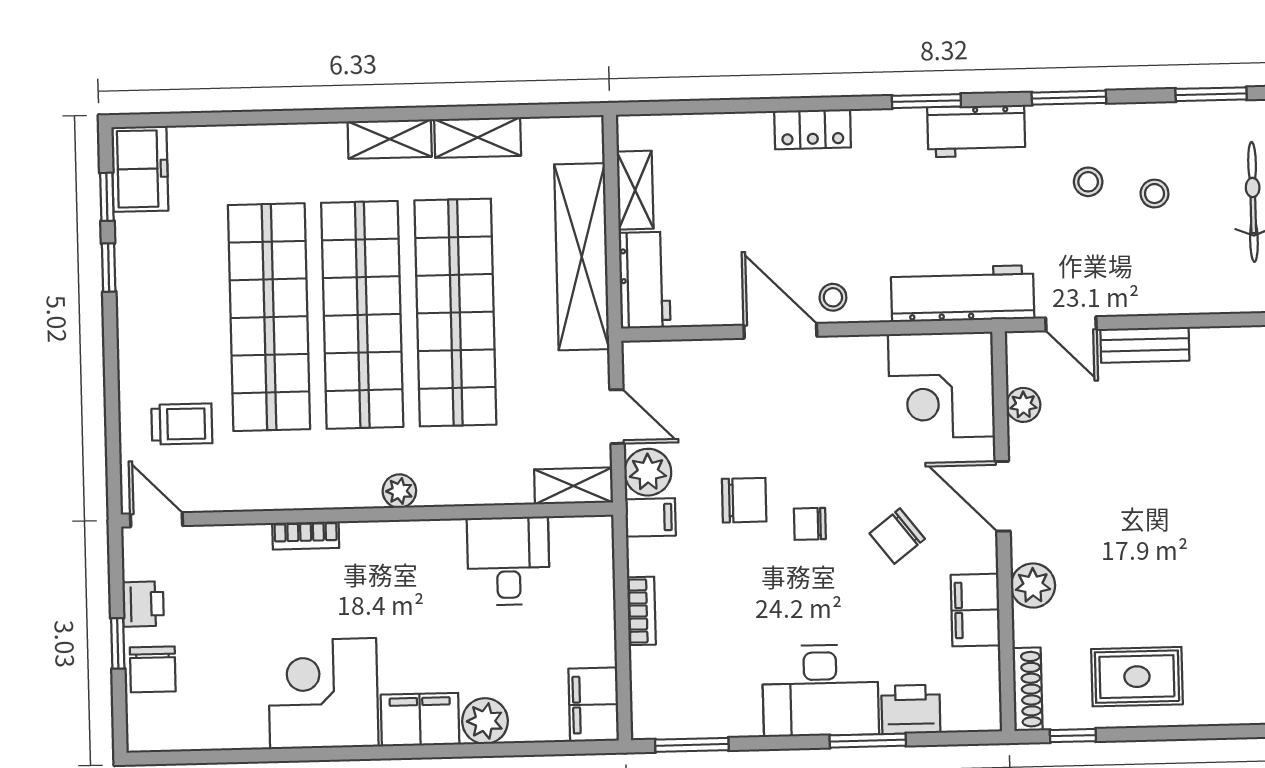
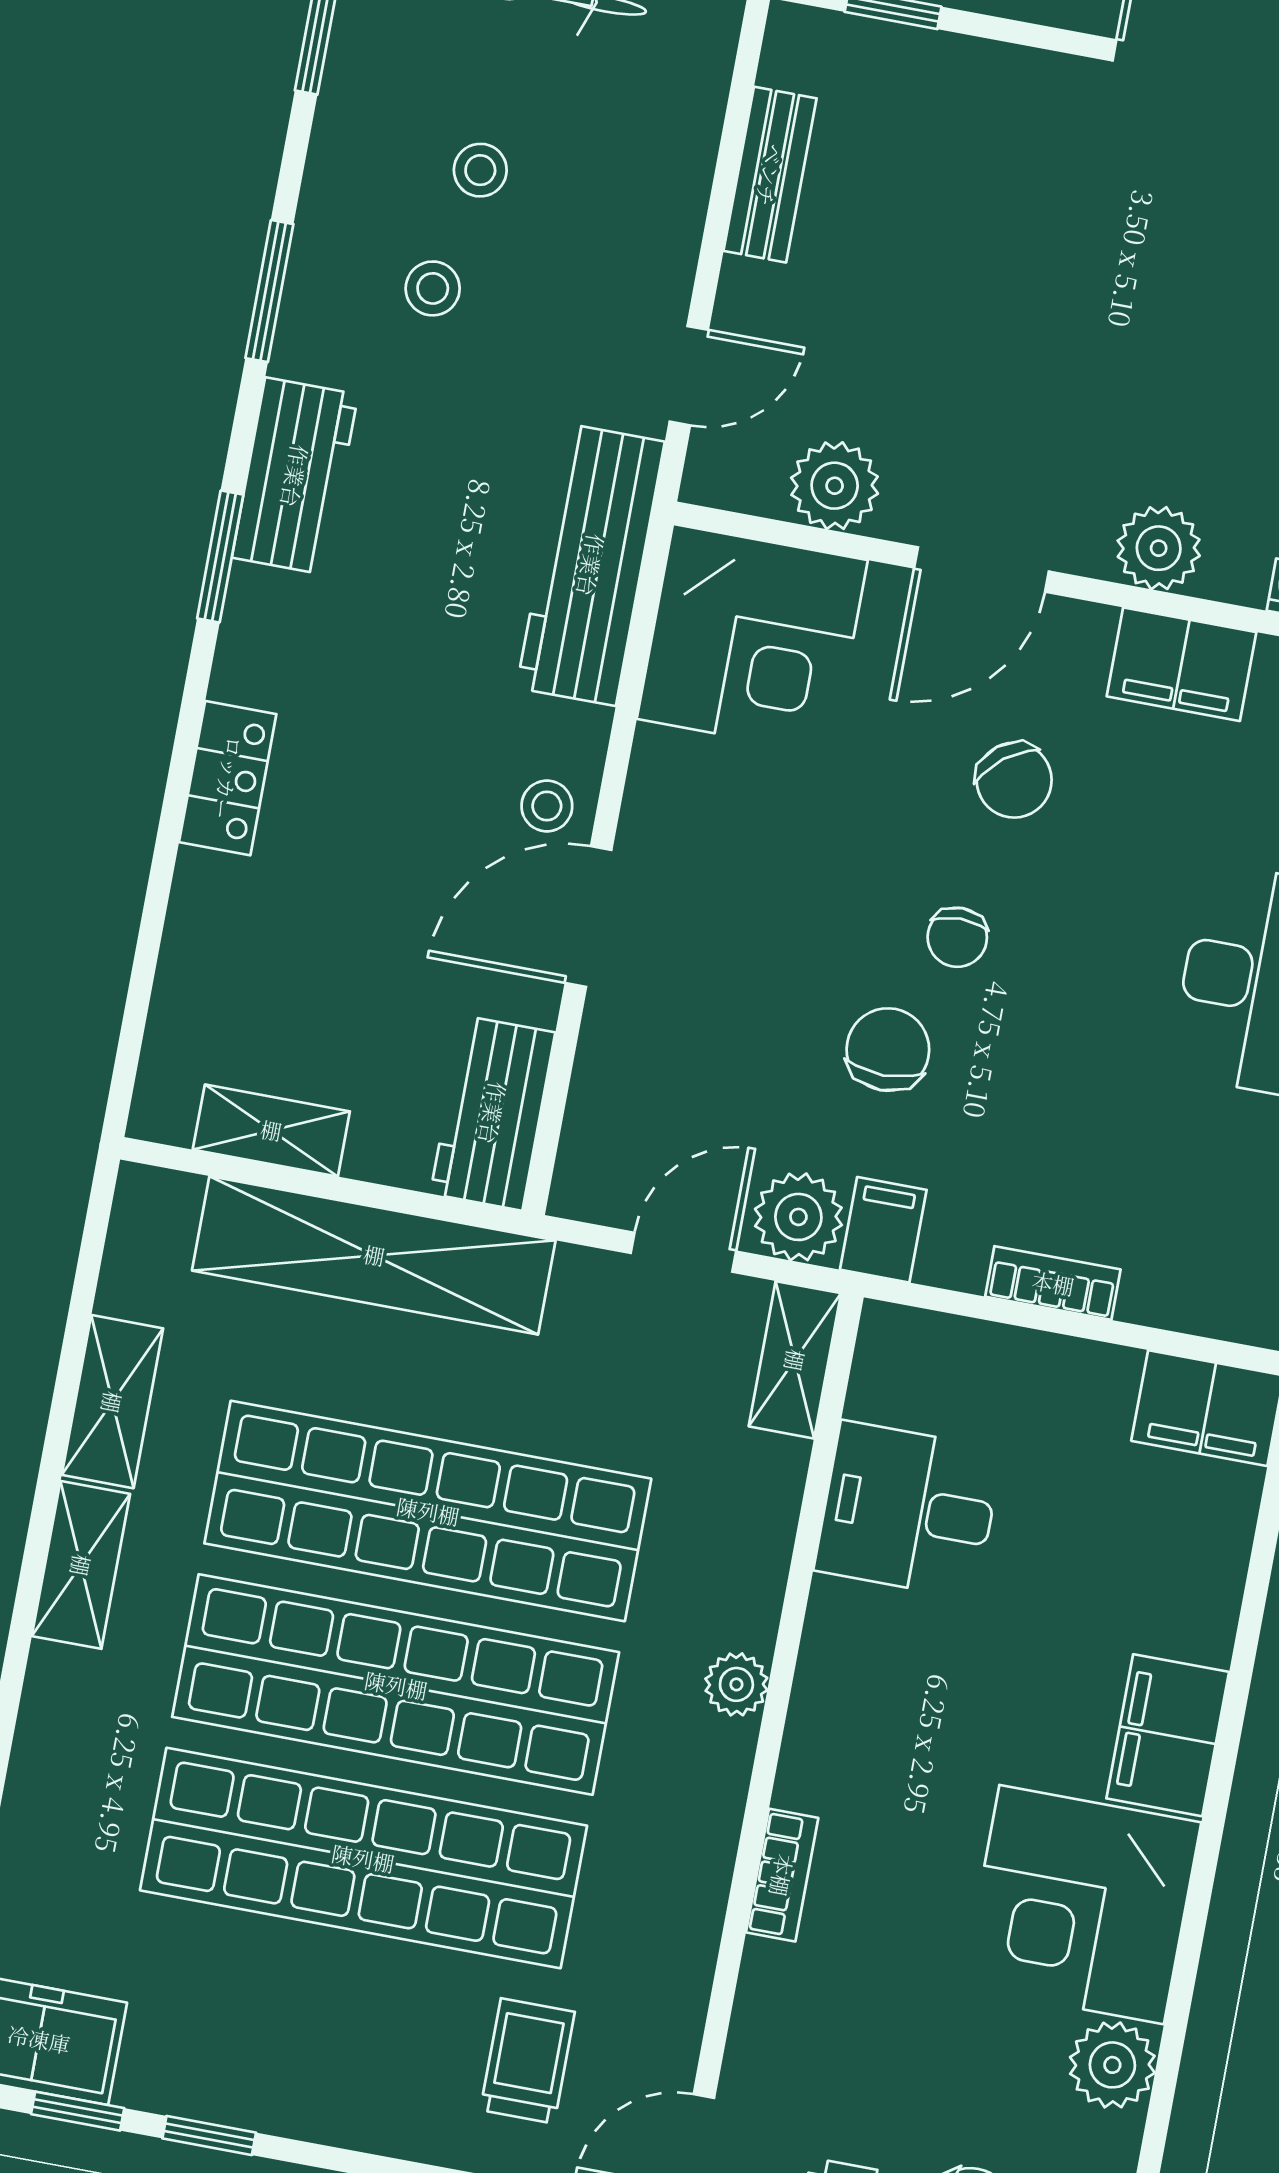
workbench: (645, 280) -> (493, 1113), moved, turned -90
bench: (1145, 345) -> (770, 175), moved
plant: (1023, 405) -> (835, 486), width x1.38, depth x1.38
plant: (485, 721) -> (1112, 2065), moved

